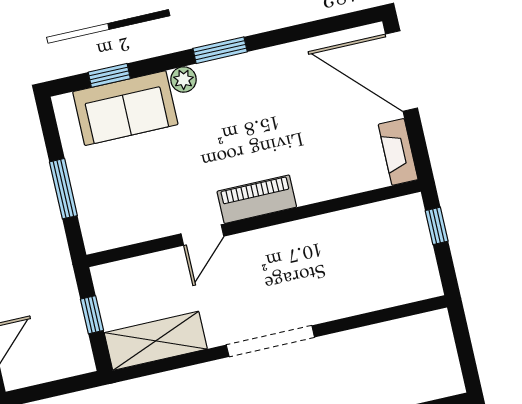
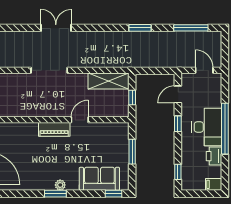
window: (109, 75) -> (113, 194), moved
plant: (184, 79) -> (60, 185), moved
doorway: (270, 341) -> (49, 70), moved

